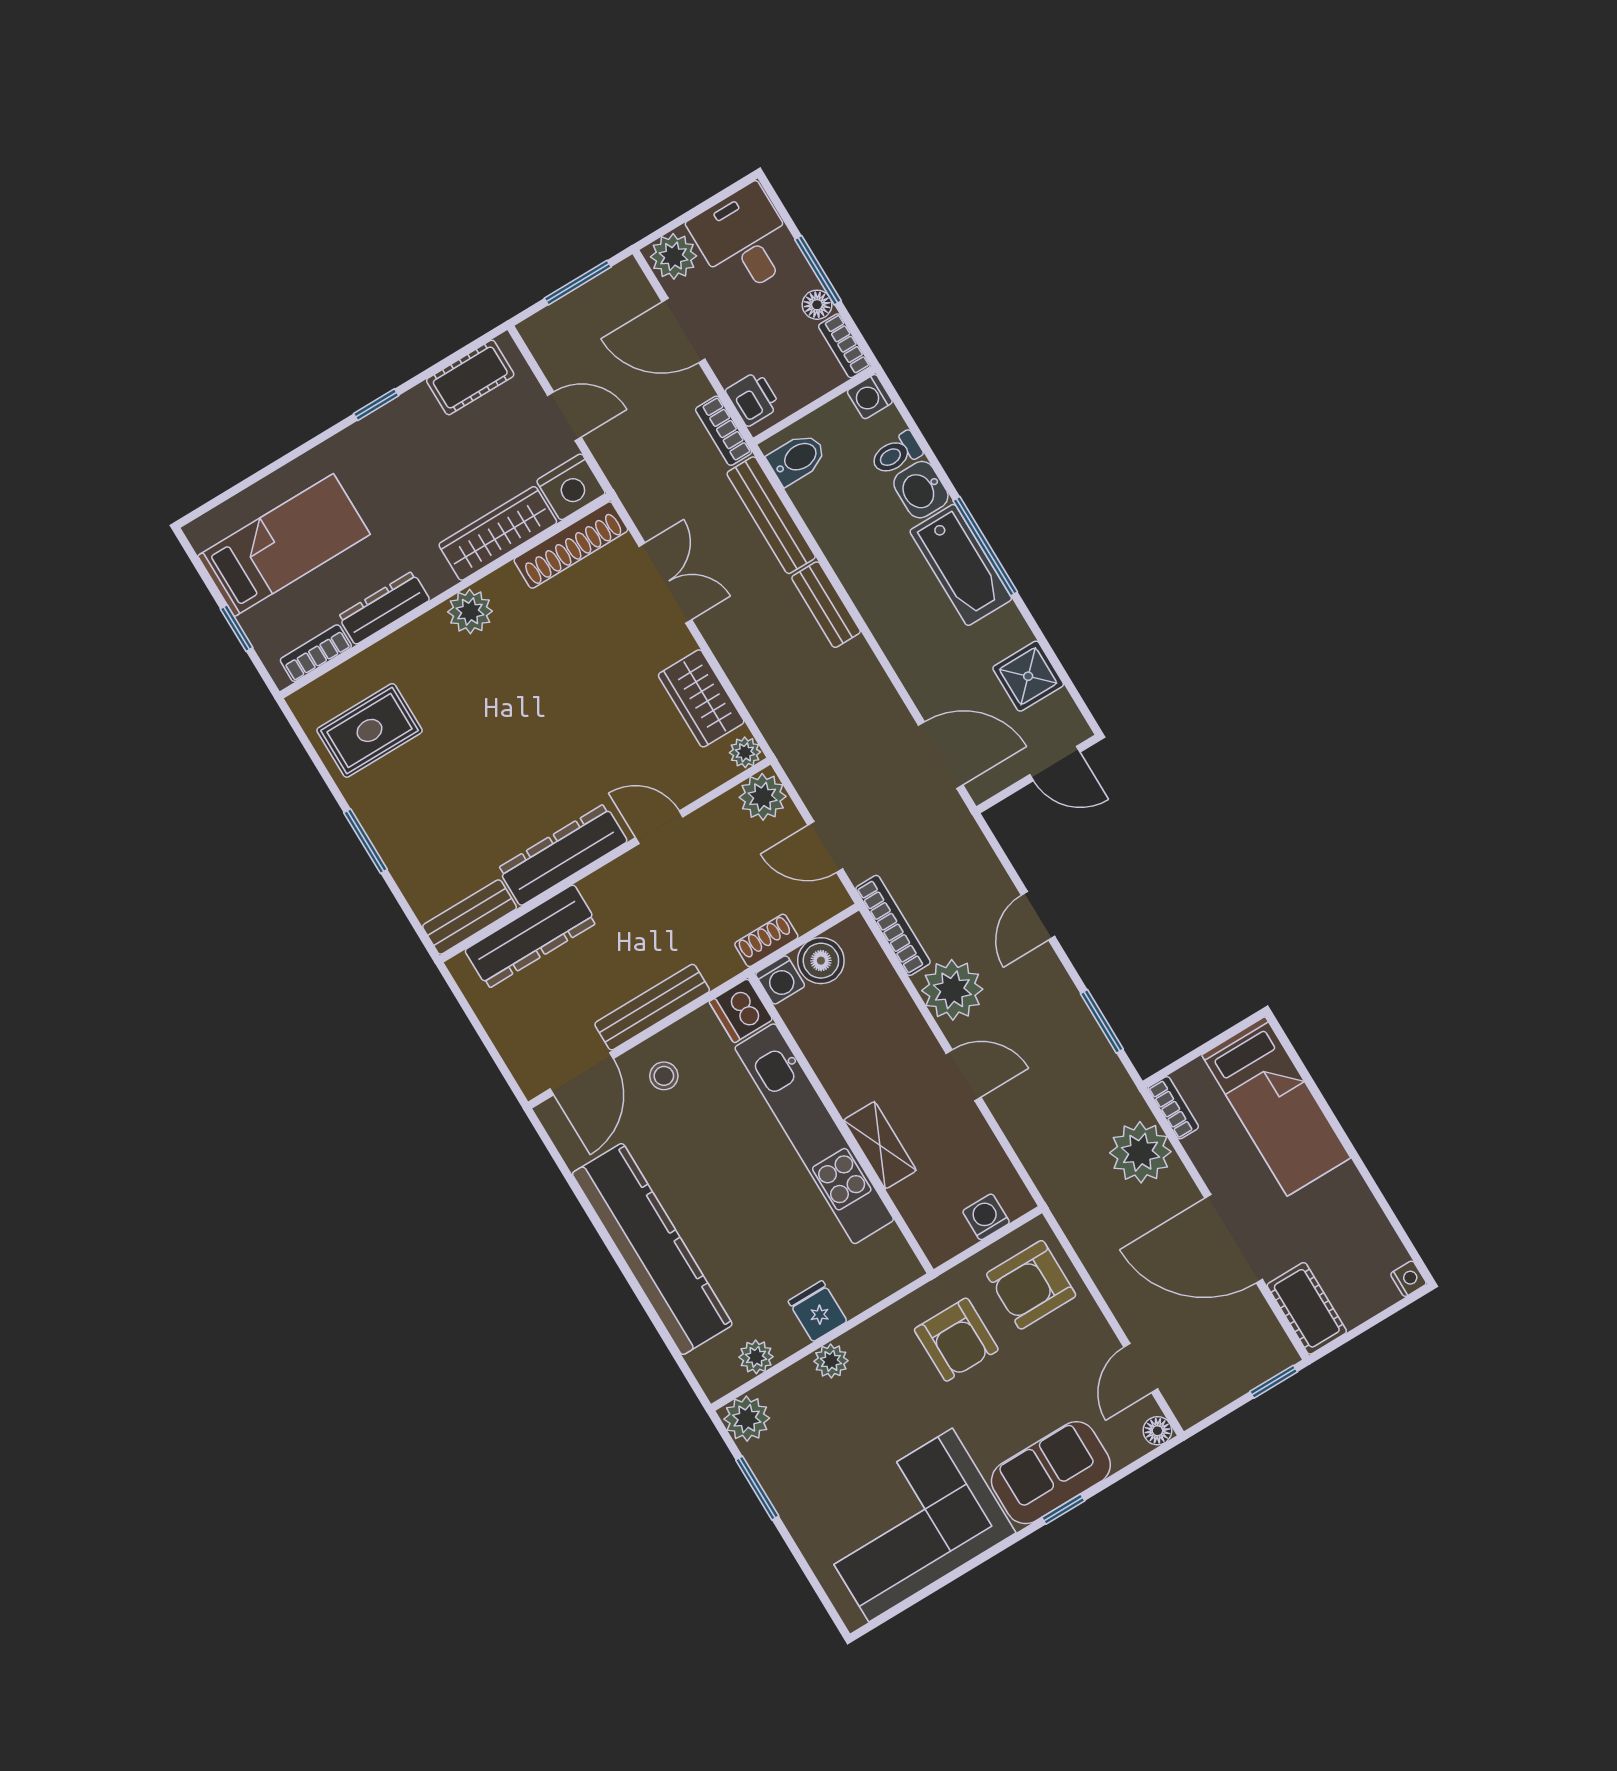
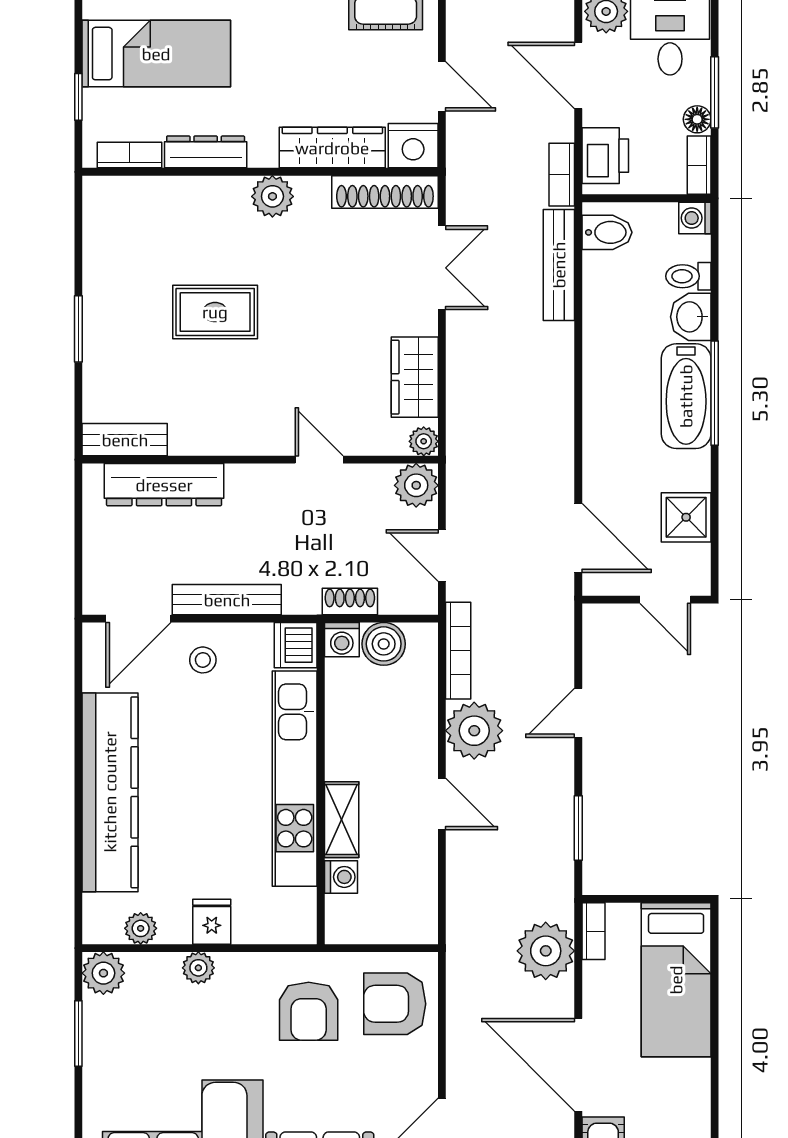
printer: (753, 398) -> (605, 156), width x1.36, depth x1.24
bench: (826, 605) -> (560, 363), removed
rug: (369, 730) -> (215, 312), moved
dresser: (563, 855) -> (229, 435), removed
washing machine: (986, 1217) -> (341, 877), moved, turned 90

